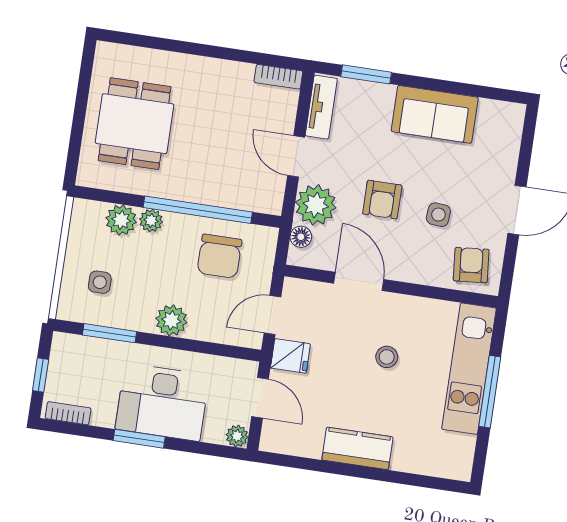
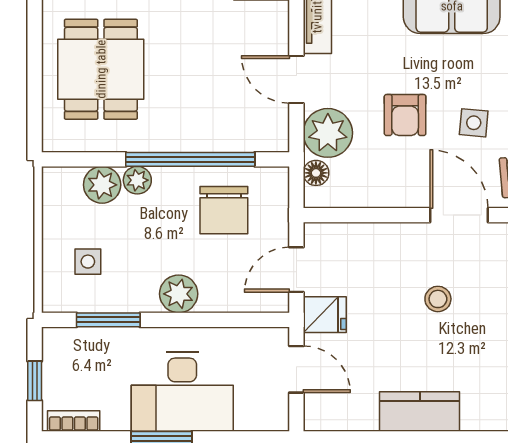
door: (359, 281) -> (459, 215), moved
plant: (237, 436) -> (276, 418), removed

